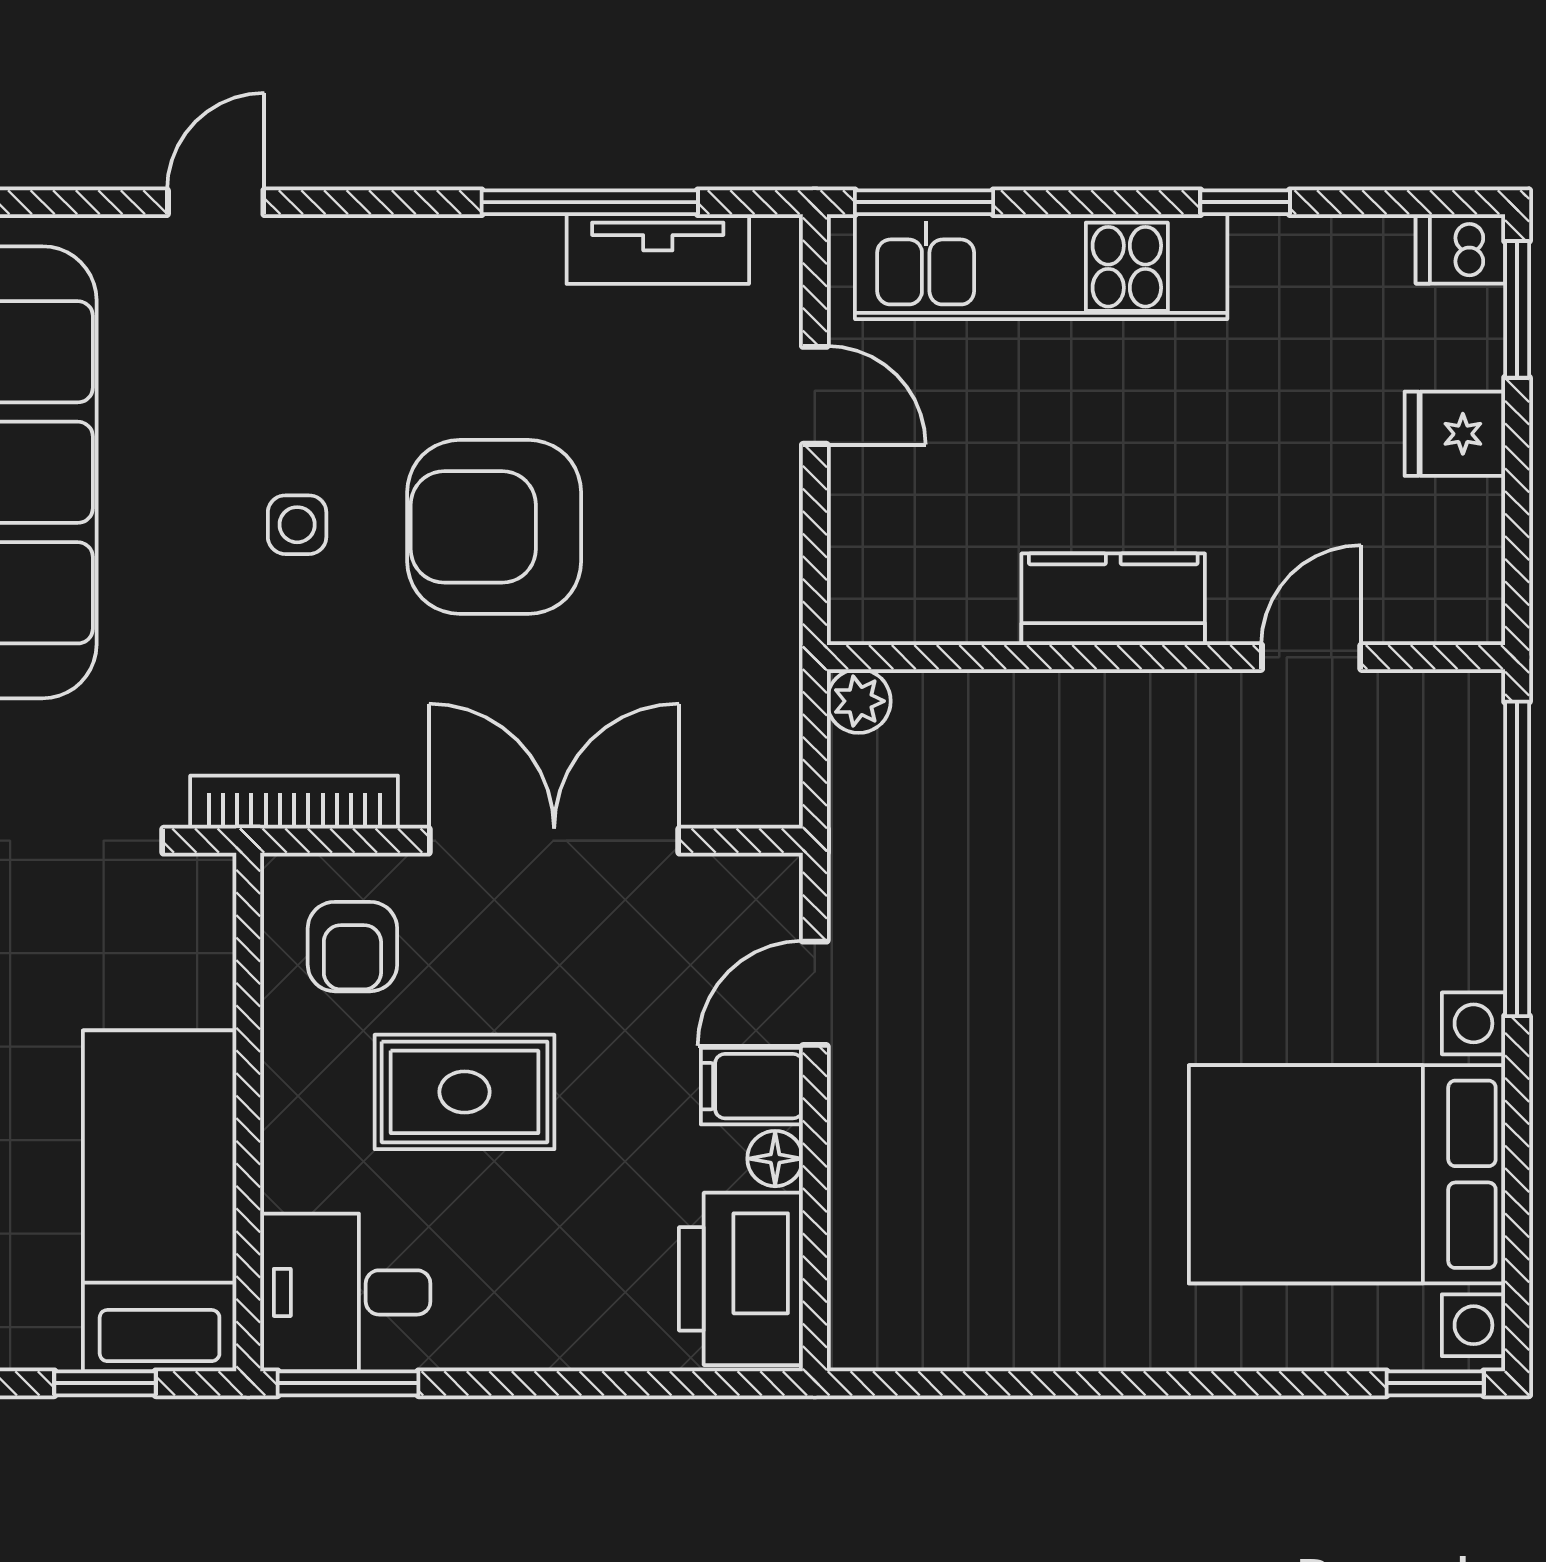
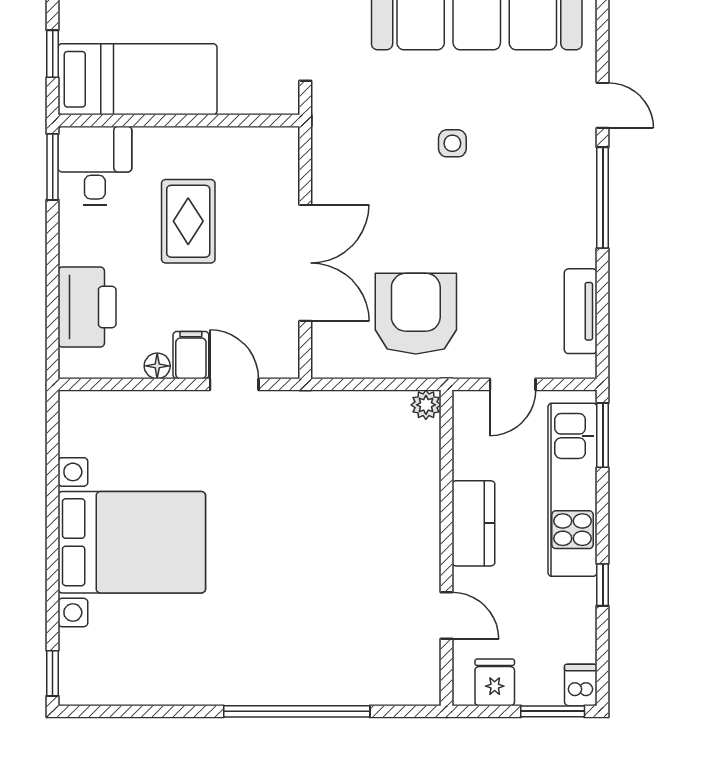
window: (590, 202) -> (603, 198), moved
armchair: (494, 527) -> (416, 314), moved
kitchen counter: (1113, 599) -> (473, 523), moved
wall: (1166, 657) -> (446, 548), moved
door: (1311, 657) -> (446, 615), moved
plant: (859, 701) -> (426, 405), moved
bookcase: (294, 802) -> (323, 142), removed
armchair: (352, 947) -> (256, 169), removed
bed with nightstands: (1347, 1174) -> (132, 542), moved, turned 90
printer: (741, 1279) -> (87, 307), moved, turned 90

